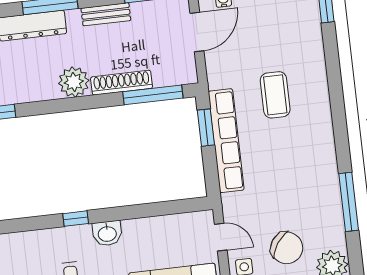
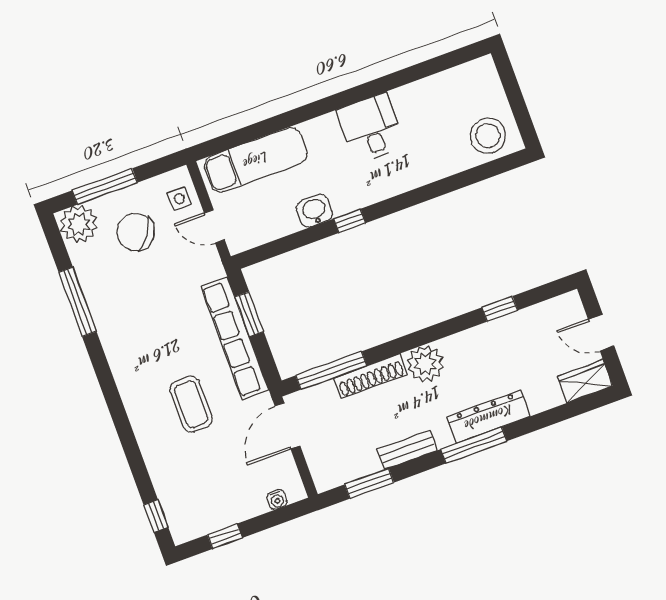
door: (197, 32) -> (287, 426), moved
window: (206, 128) -> (249, 314), moved
window: (76, 219) -> (350, 221), moved
washbasin: (107, 233) -> (314, 211), moved

